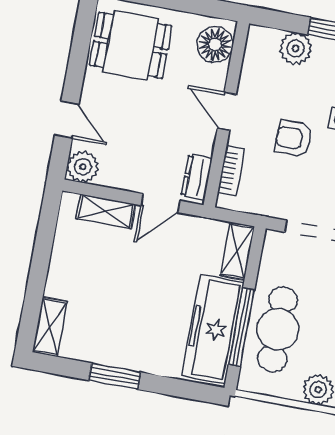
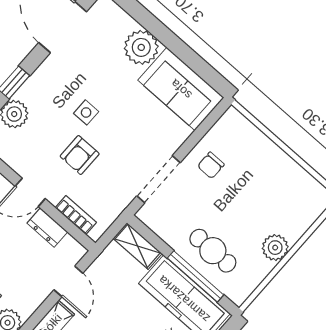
dresser: (197, 177) -> (47, 228), moved
cafe table: (278, 329) -> (213, 251), width x0.73, depth x0.74

